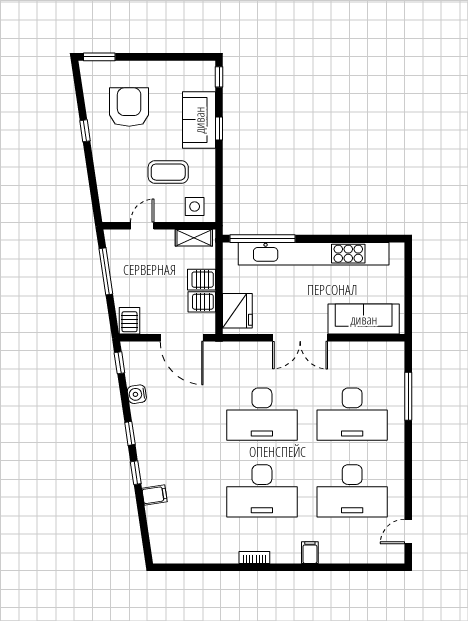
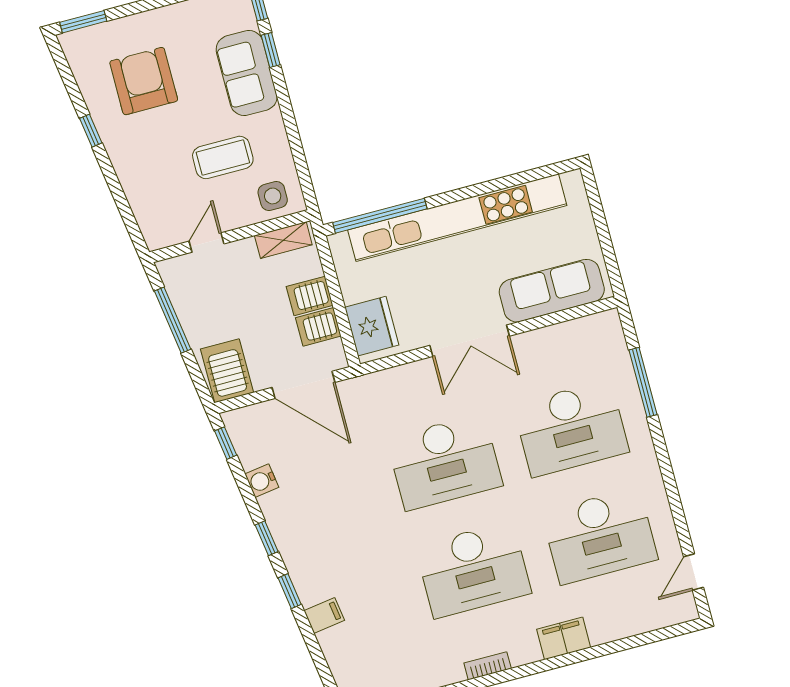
window: (219, 128) -> (271, 50), moved
server rack: (130, 321) -> (227, 371), width x1.36, depth x1.44
filing cabinet: (310, 553) -> (564, 638), width x2.00

